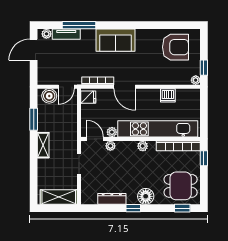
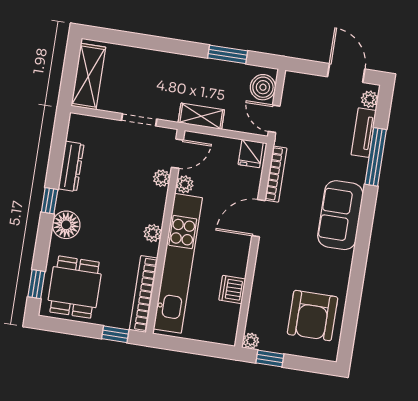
shelving: (43, 145) -> (201, 116), moved

